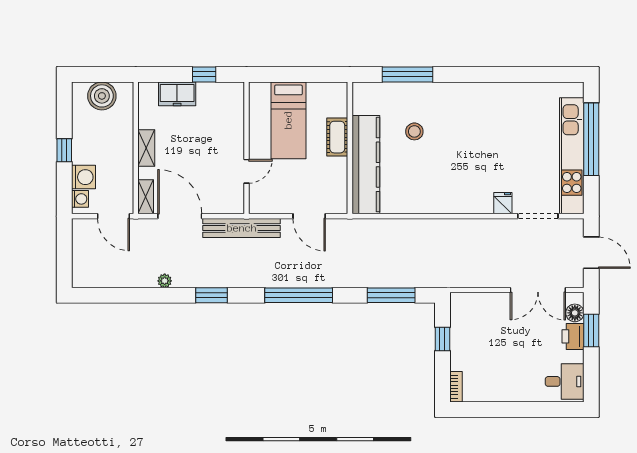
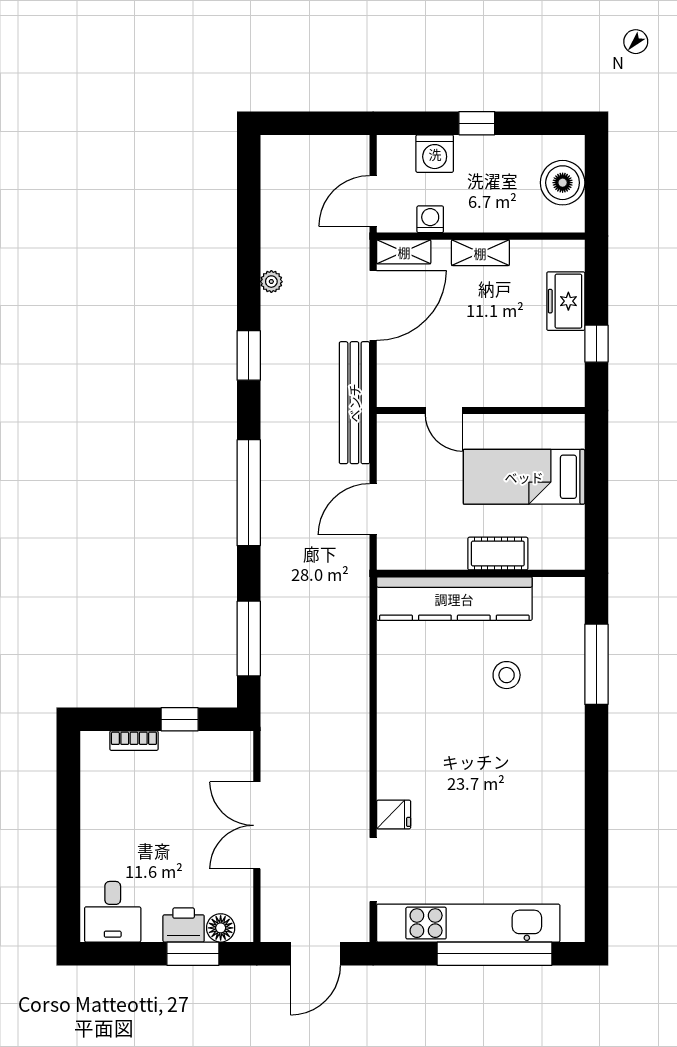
washing machine: (80, 199) -> (430, 219), moved, turned 180
double door: (538, 290) -> (257, 825), moved
bookcase: (456, 387) -> (134, 741), moved

